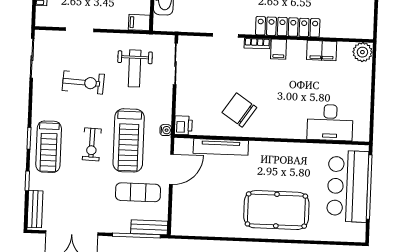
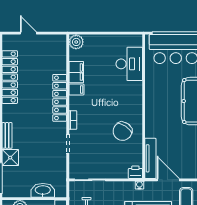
filing cabinet: (279, 49) -> (76, 89), moved
tv unit: (221, 147) -> (150, 158), moved

